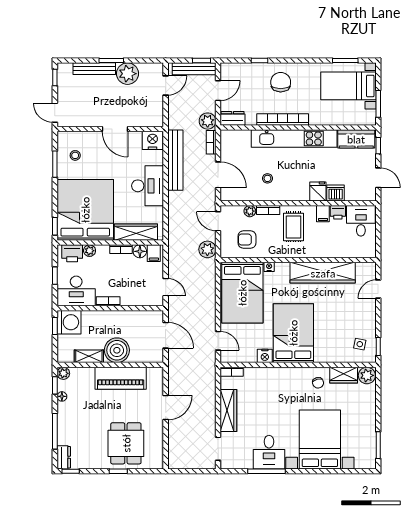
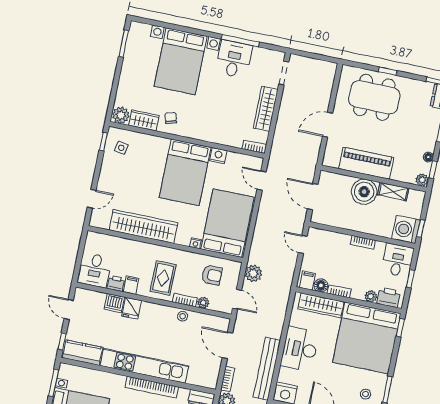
stool: (267, 178) -> (183, 316), moved
desk: (76, 291) -> (398, 260), width x0.73
dining table: (126, 443) -> (374, 97), width x1.38

